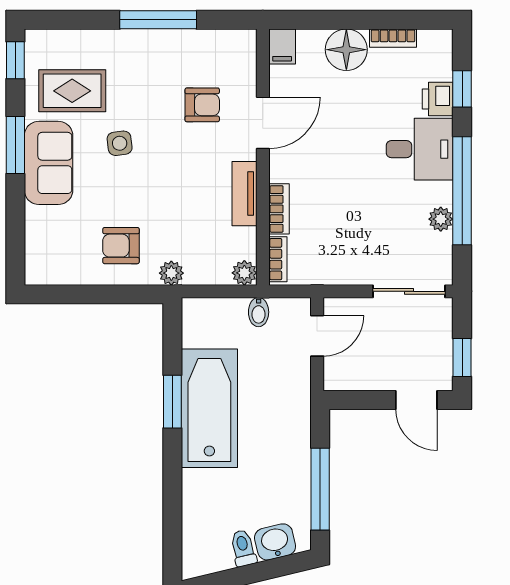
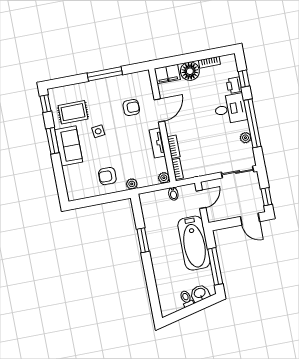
filing cabinet: (282, 46) -> (167, 74), width x2.00
bathtub: (209, 408) -> (194, 243), moved, turned 180

